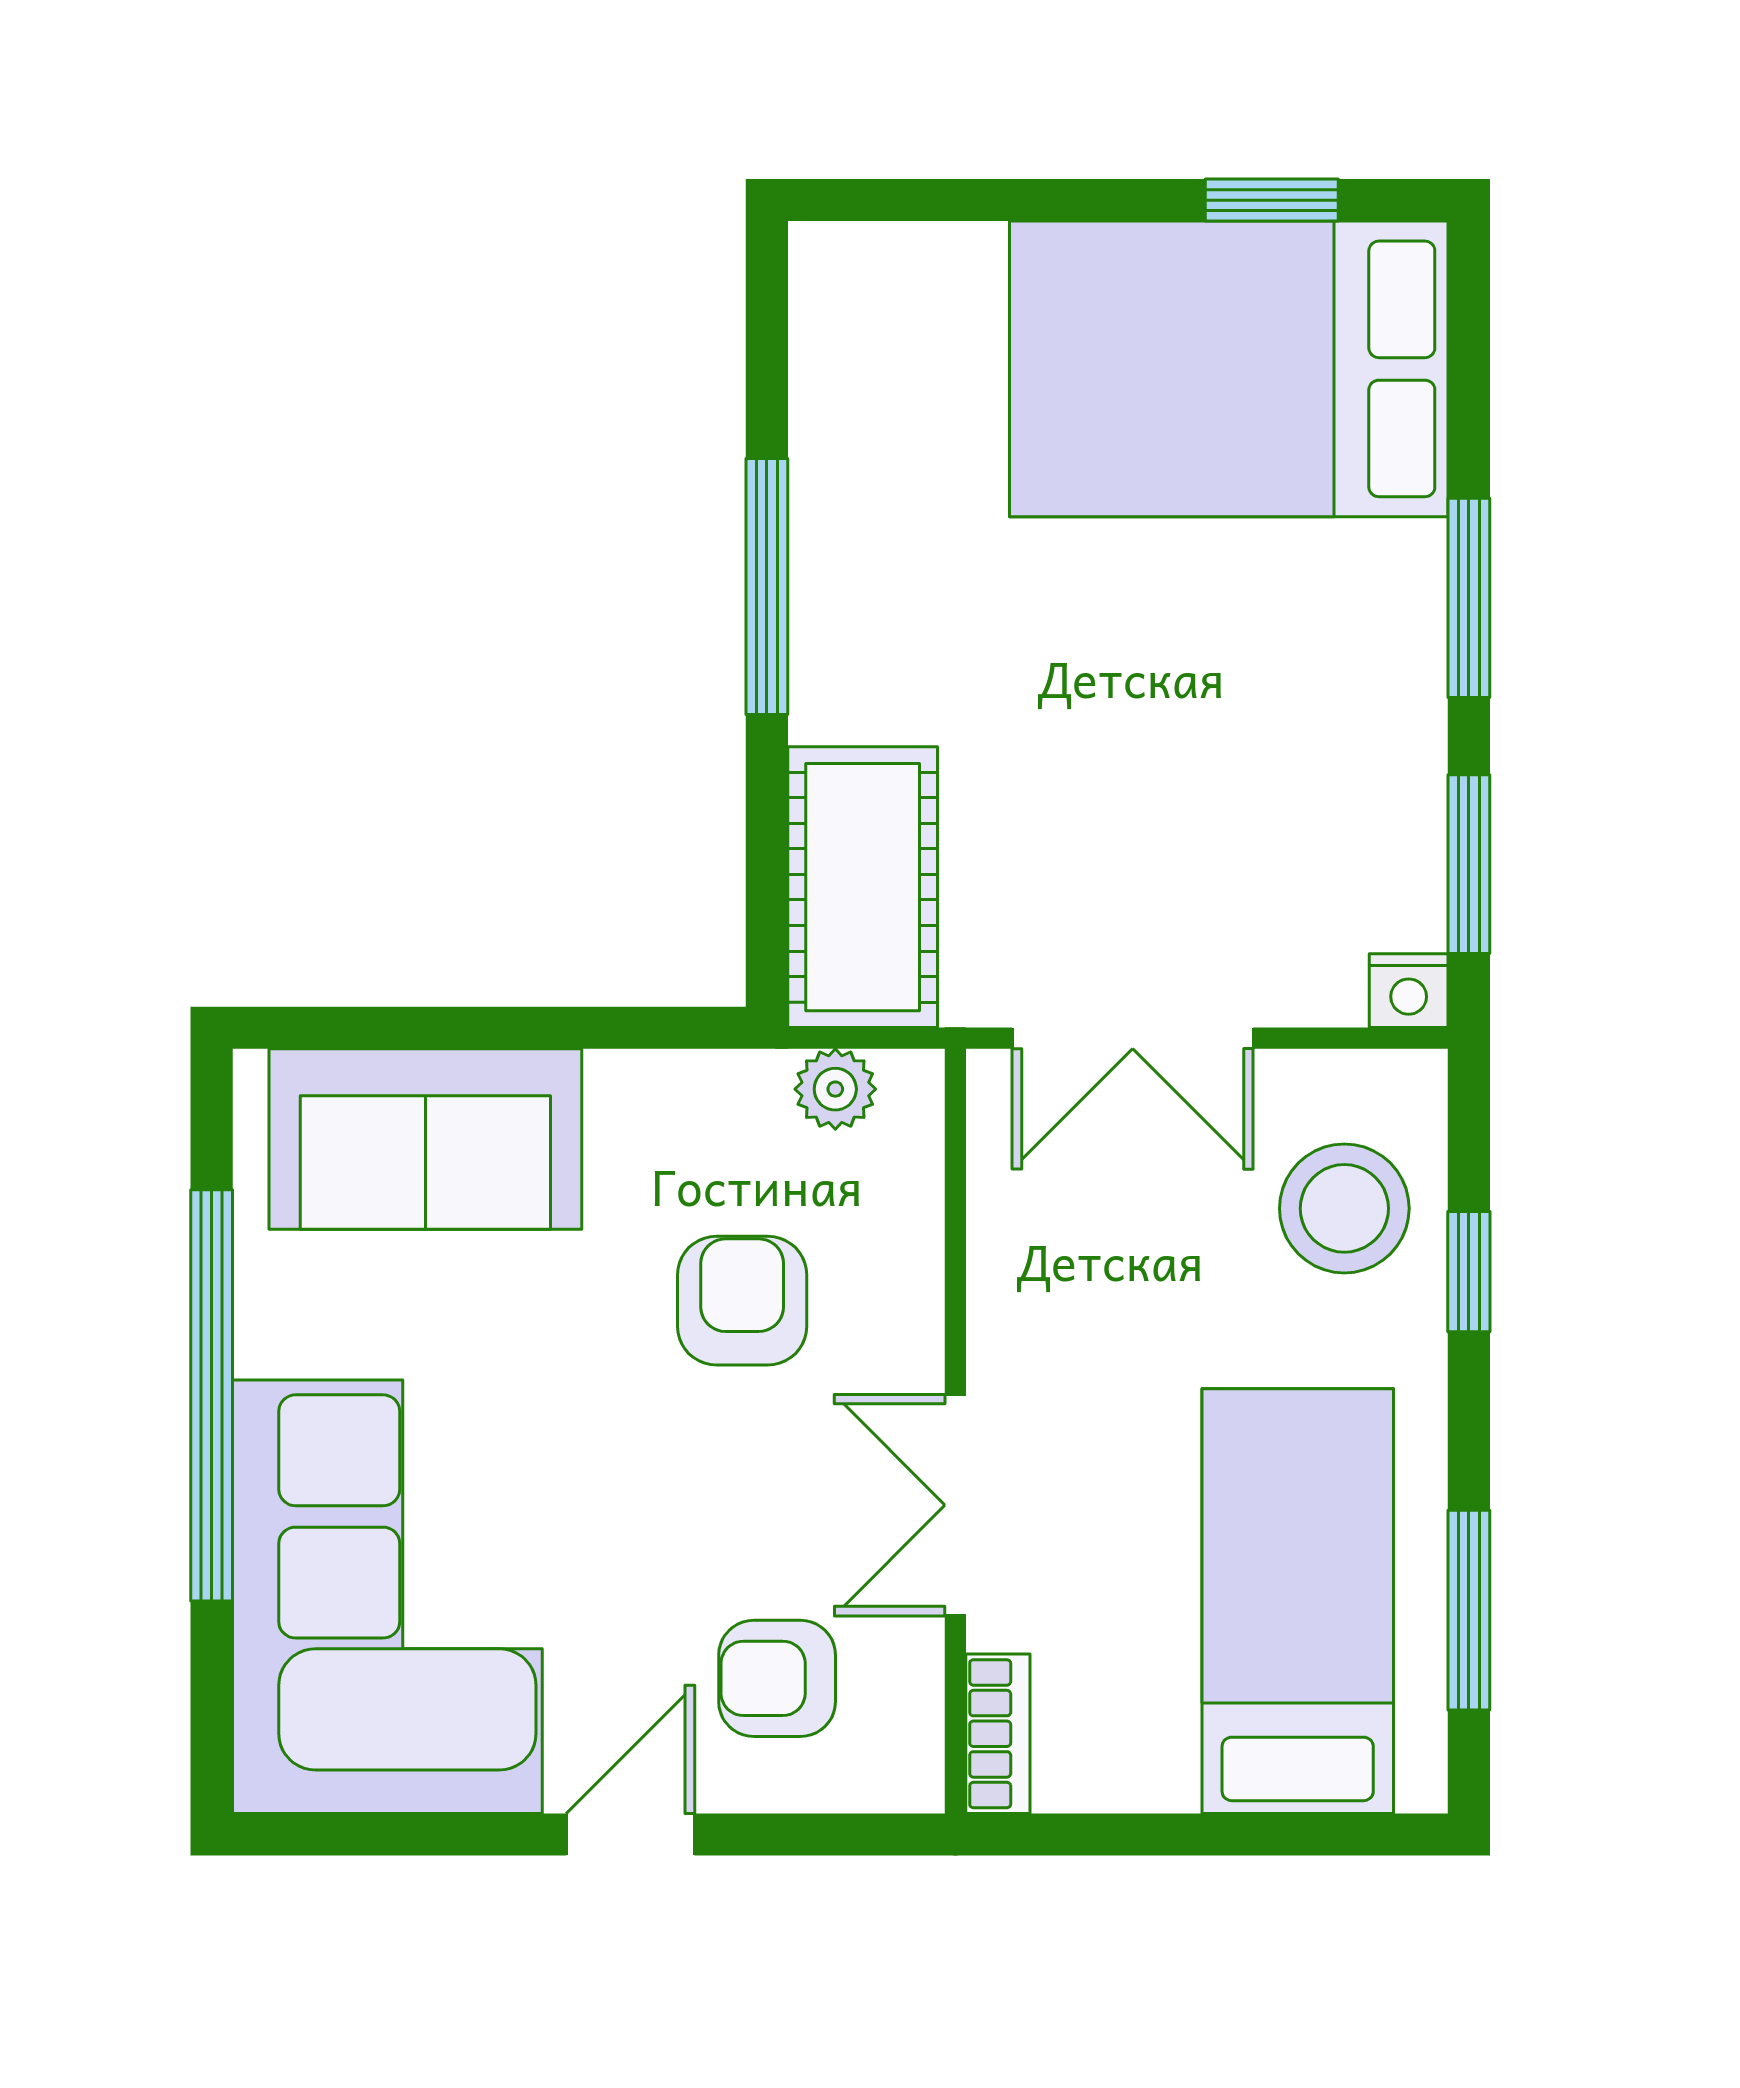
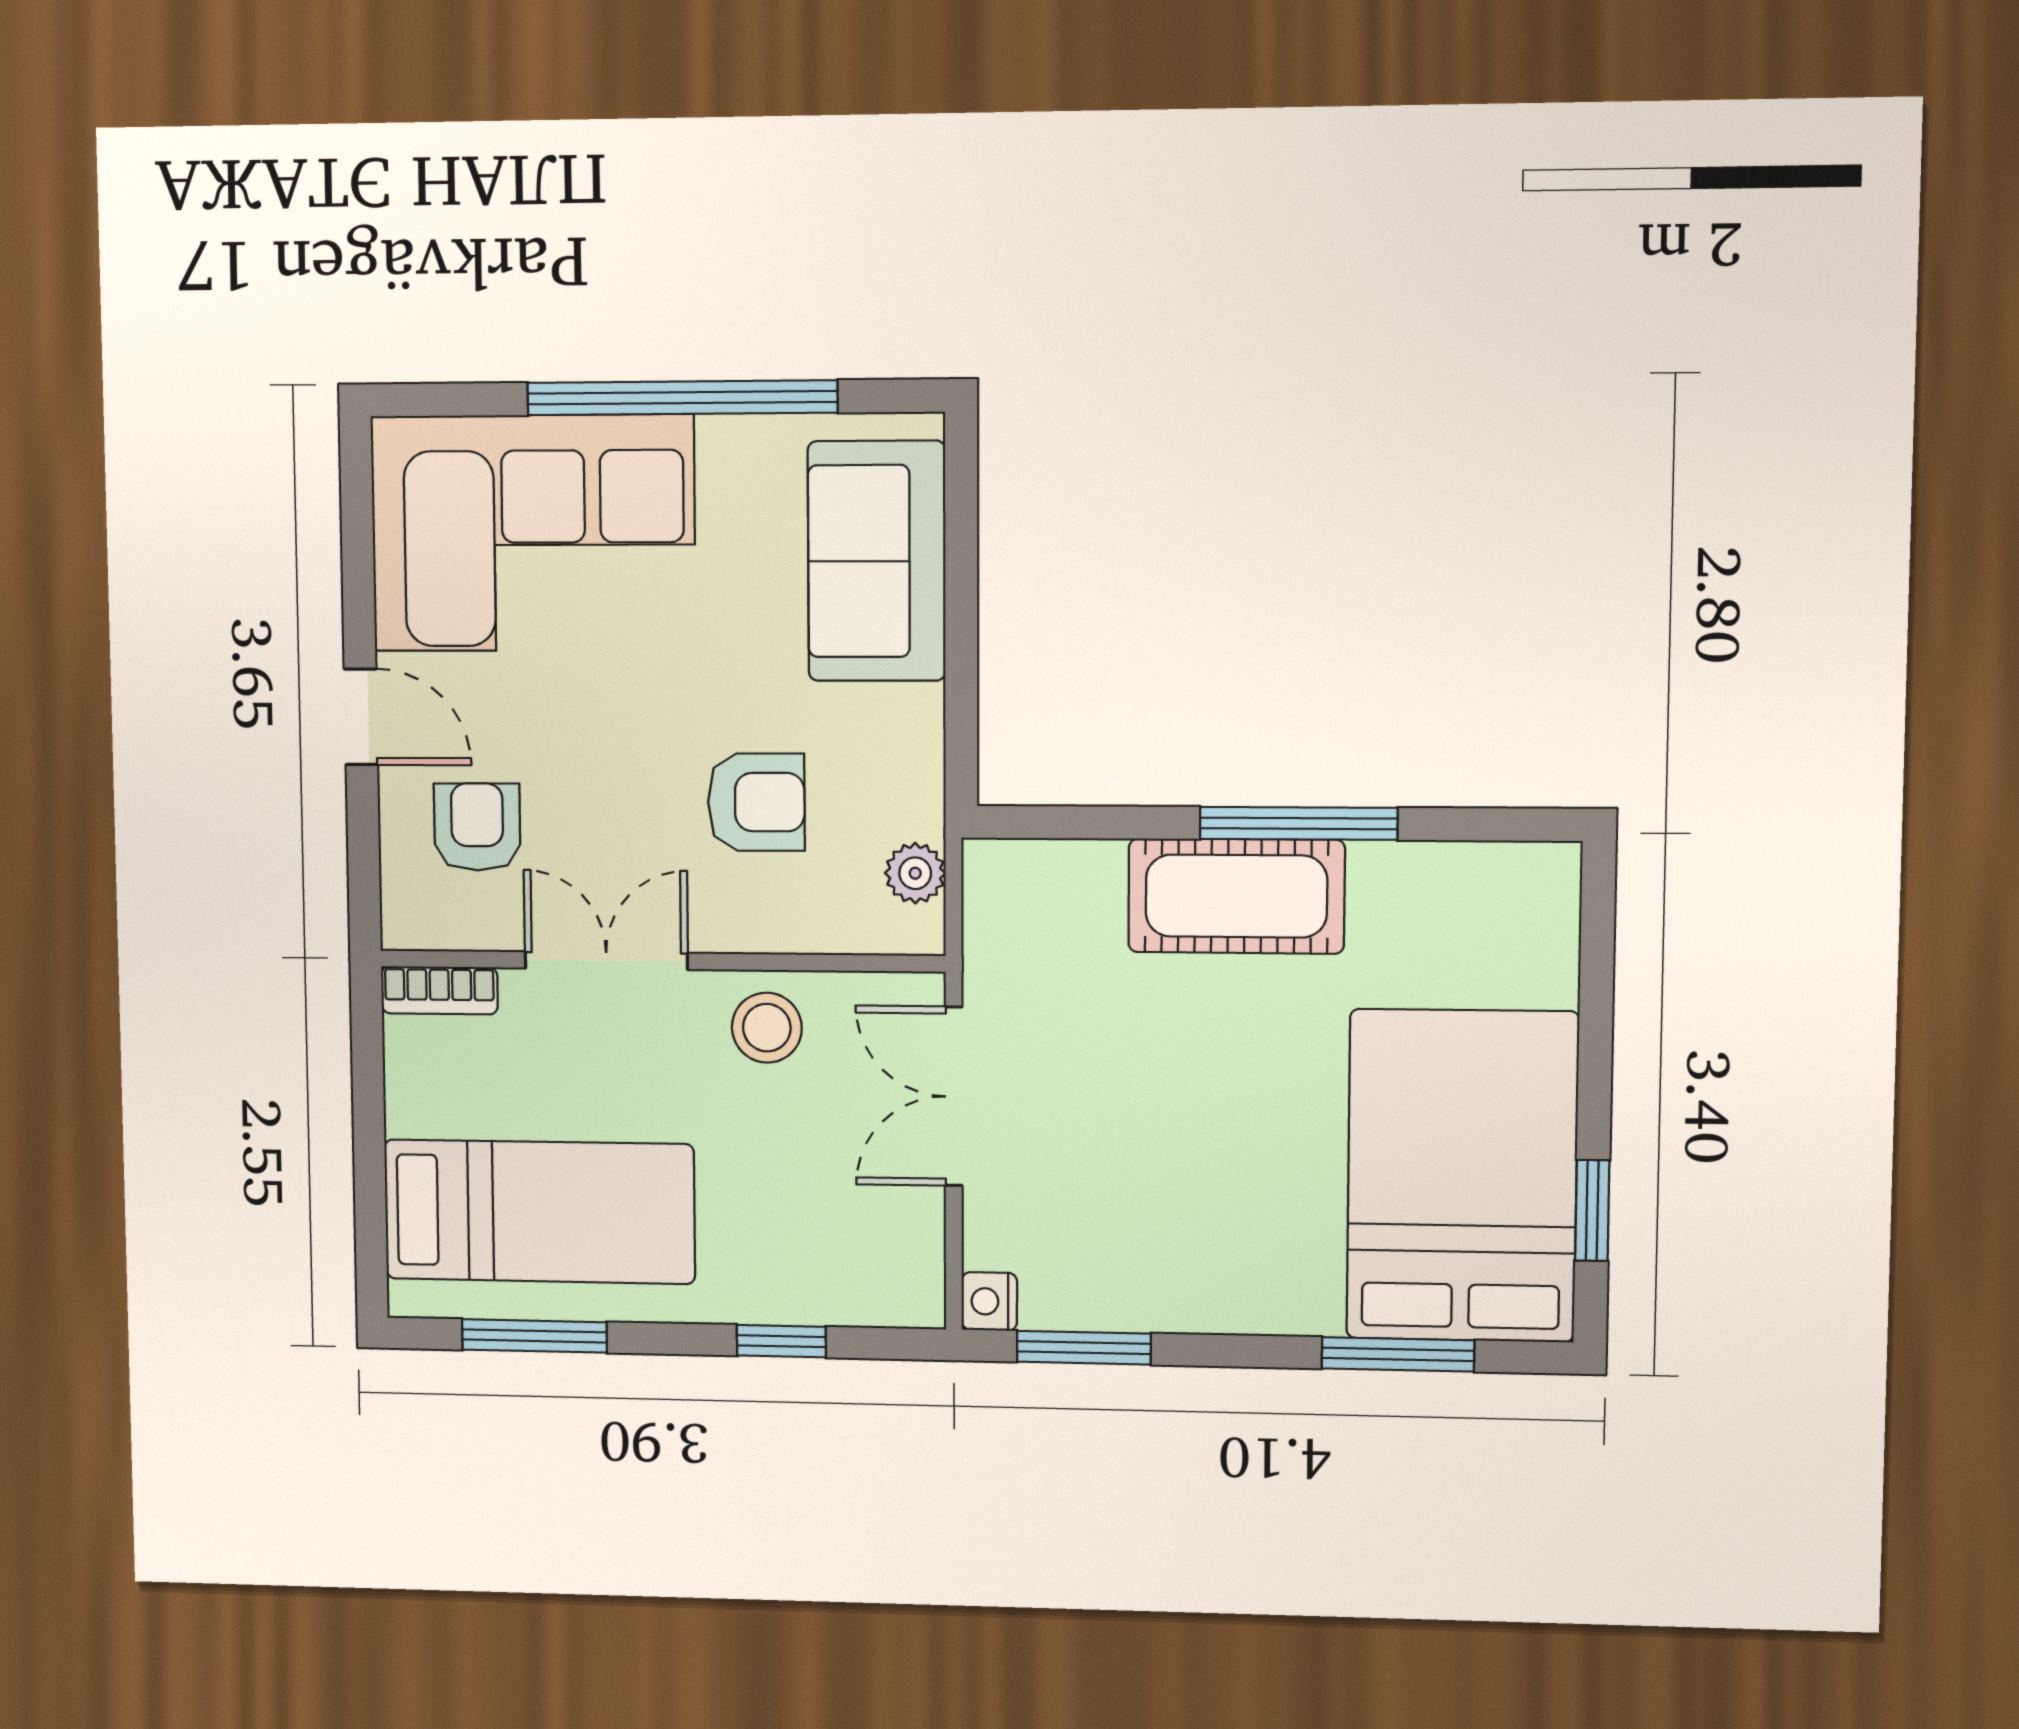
window: (1469, 598) -> (1398, 1354), moved
cot: (863, 887) -> (1236, 896), moved
stool: (1344, 1208) -> (767, 1028), moved, width x0.73, depth x0.73

